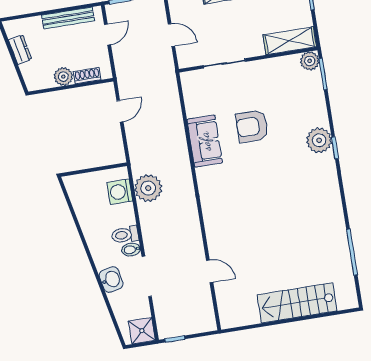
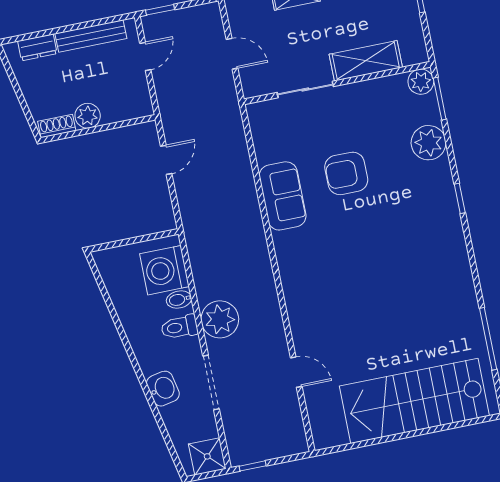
shelving: (290, 41) -> (366, 61), moved
dresser: (20, 50) -> (37, 47), moved, turned 102
shoe rack: (87, 76) -> (57, 126), moved
plant: (319, 140) -> (428, 143), moved
plant: (148, 188) -> (220, 319), moved
washing machine: (120, 192) -> (164, 270), width x1.37, depth x1.37
bidet: (131, 250) -> (179, 300), moved
stairs: (297, 303) -> (414, 401), width x1.36, depth x1.51

